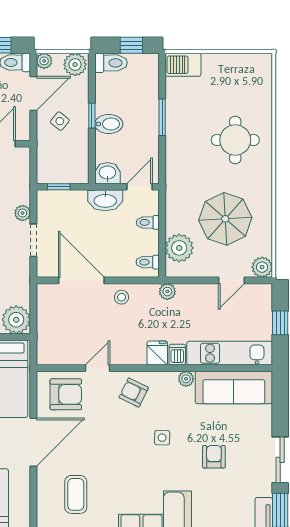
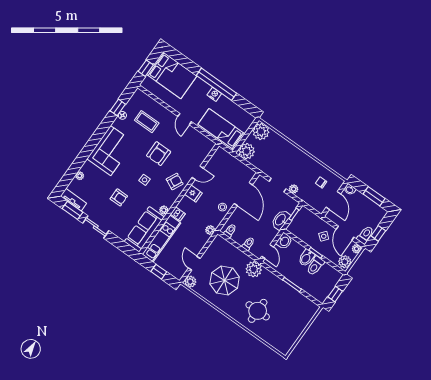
toilet: (111, 63) -> (315, 266), moved
barbecue: (183, 65) -> (309, 311), removed
washbasin: (105, 200) -> (281, 220), moved
plant: (179, 248) -> (254, 269), moved
door: (81, 280) -> (243, 194), hinge flipped
fridge: (157, 353) -> (193, 194), moved
door: (98, 368) -> (198, 173), hinge flipped
armchair: (66, 394) -> (159, 154), moved
door: (33, 442) -> (185, 119), width x0.53

